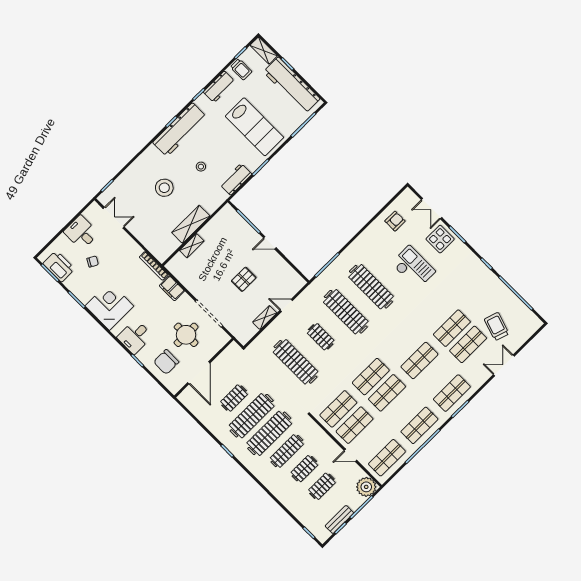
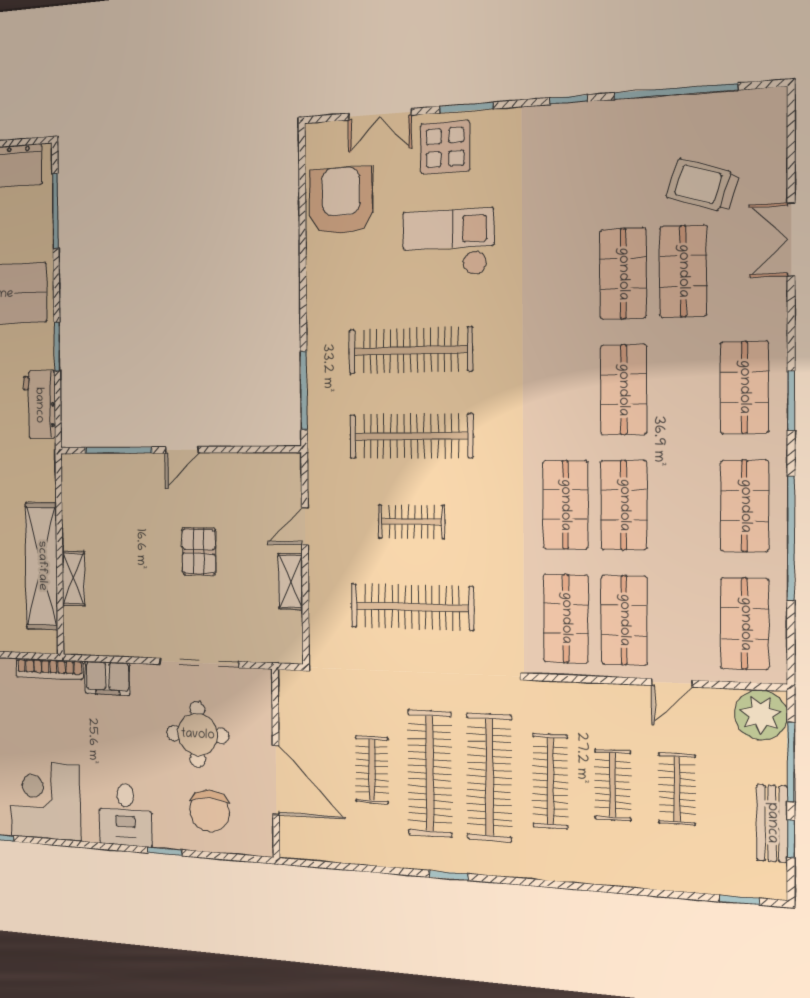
armchair: (395, 221) -> (341, 201), width x1.88, depth x1.88
shelving: (191, 224) -> (42, 566), width x1.47

